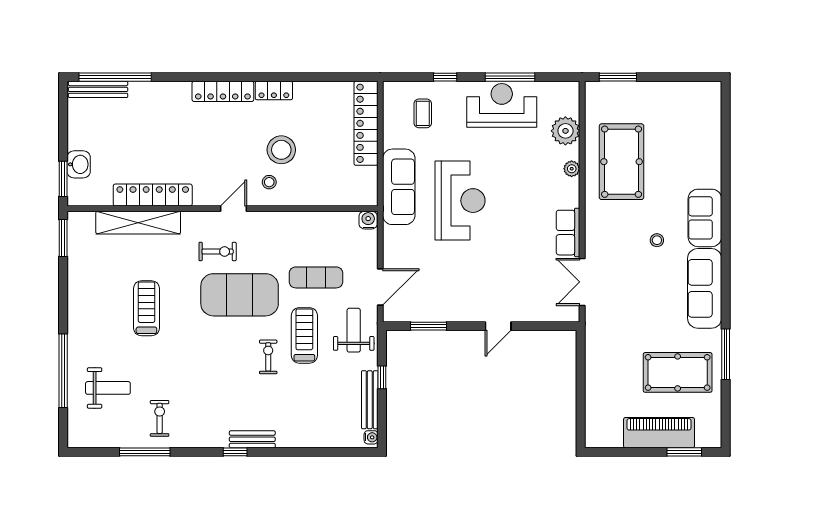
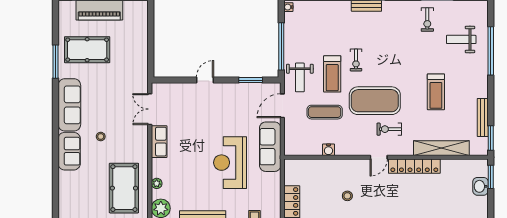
stool: (281, 150) -> (347, 196), width x0.53, depth x0.53
stool: (269, 182) -> (355, 175), removed
sofa: (399, 187) -> (270, 147), moved
locker: (153, 195) -> (414, 166), moved
water cooler: (368, 220) -> (328, 150), moved
double door: (582, 282) -> (150, 109), swing flipped
window: (382, 377) -> (281, 46), width x3.17
bench: (370, 400) -> (483, 117), moved

